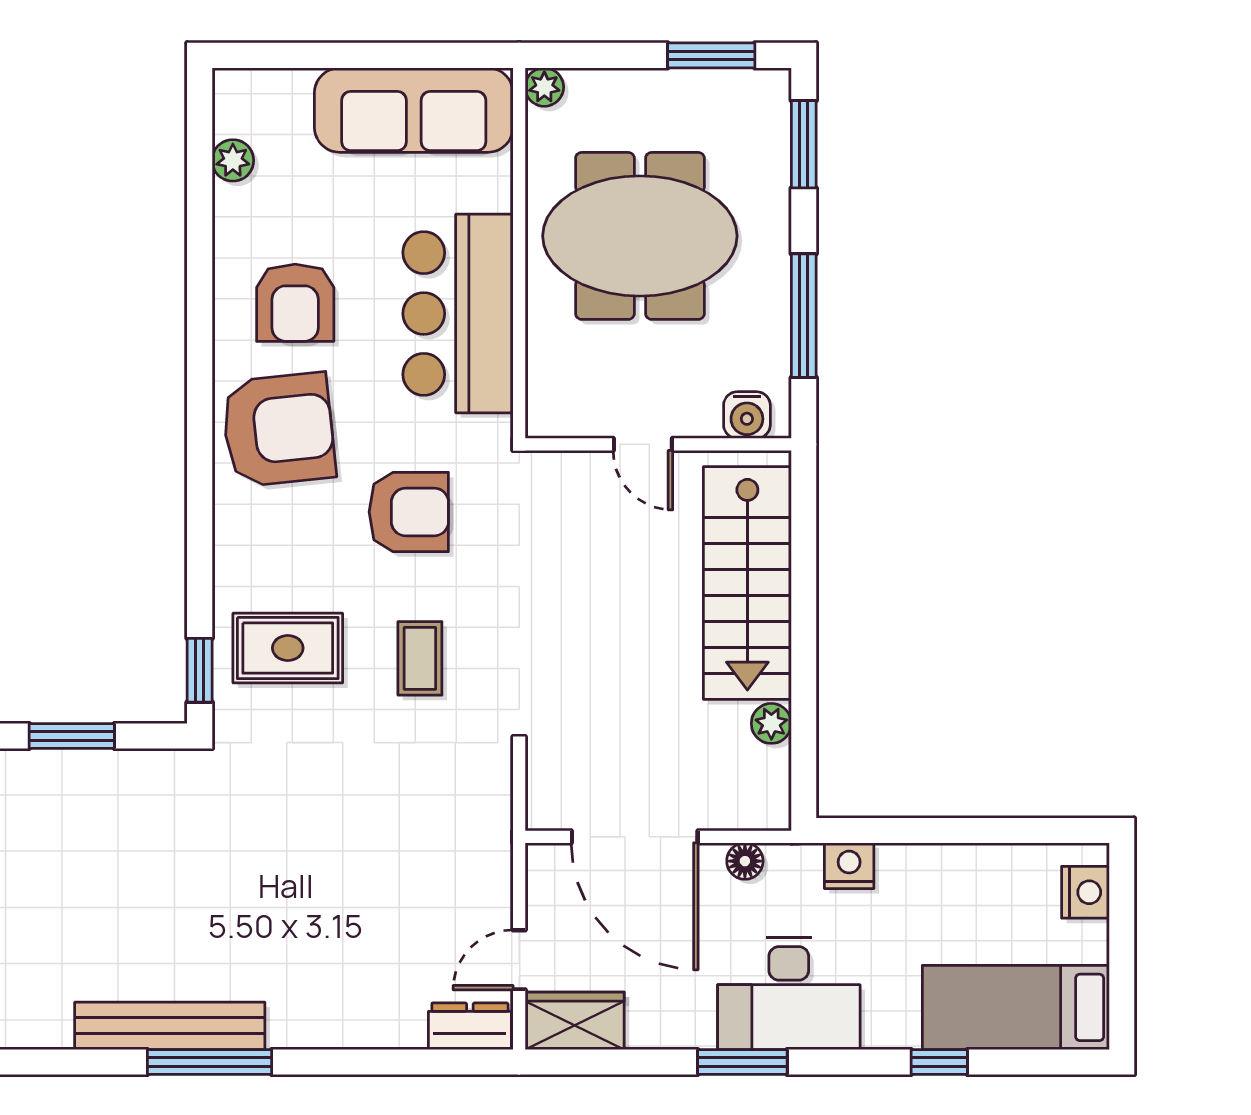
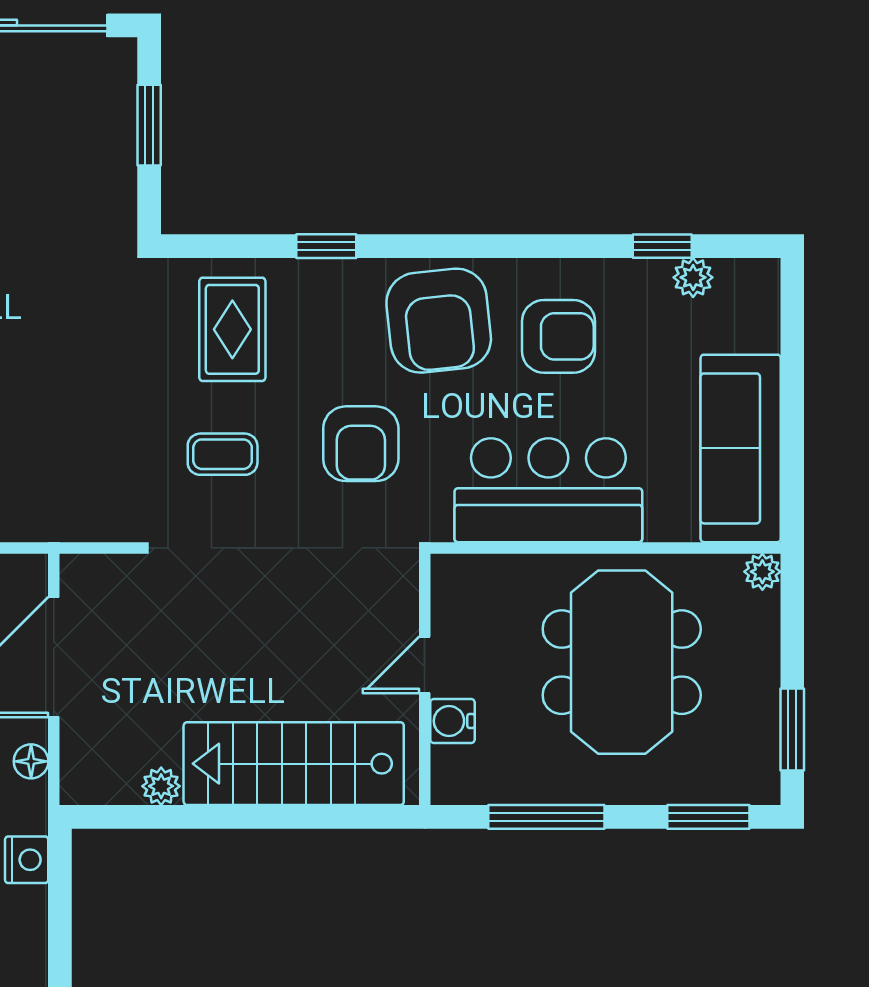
window: (200, 193) -> (662, 246), added
armchair: (295, 303) -> (559, 336), turned 180
water cooler: (747, 415) -> (452, 721), moved
window: (200, 670) -> (326, 246), moved

